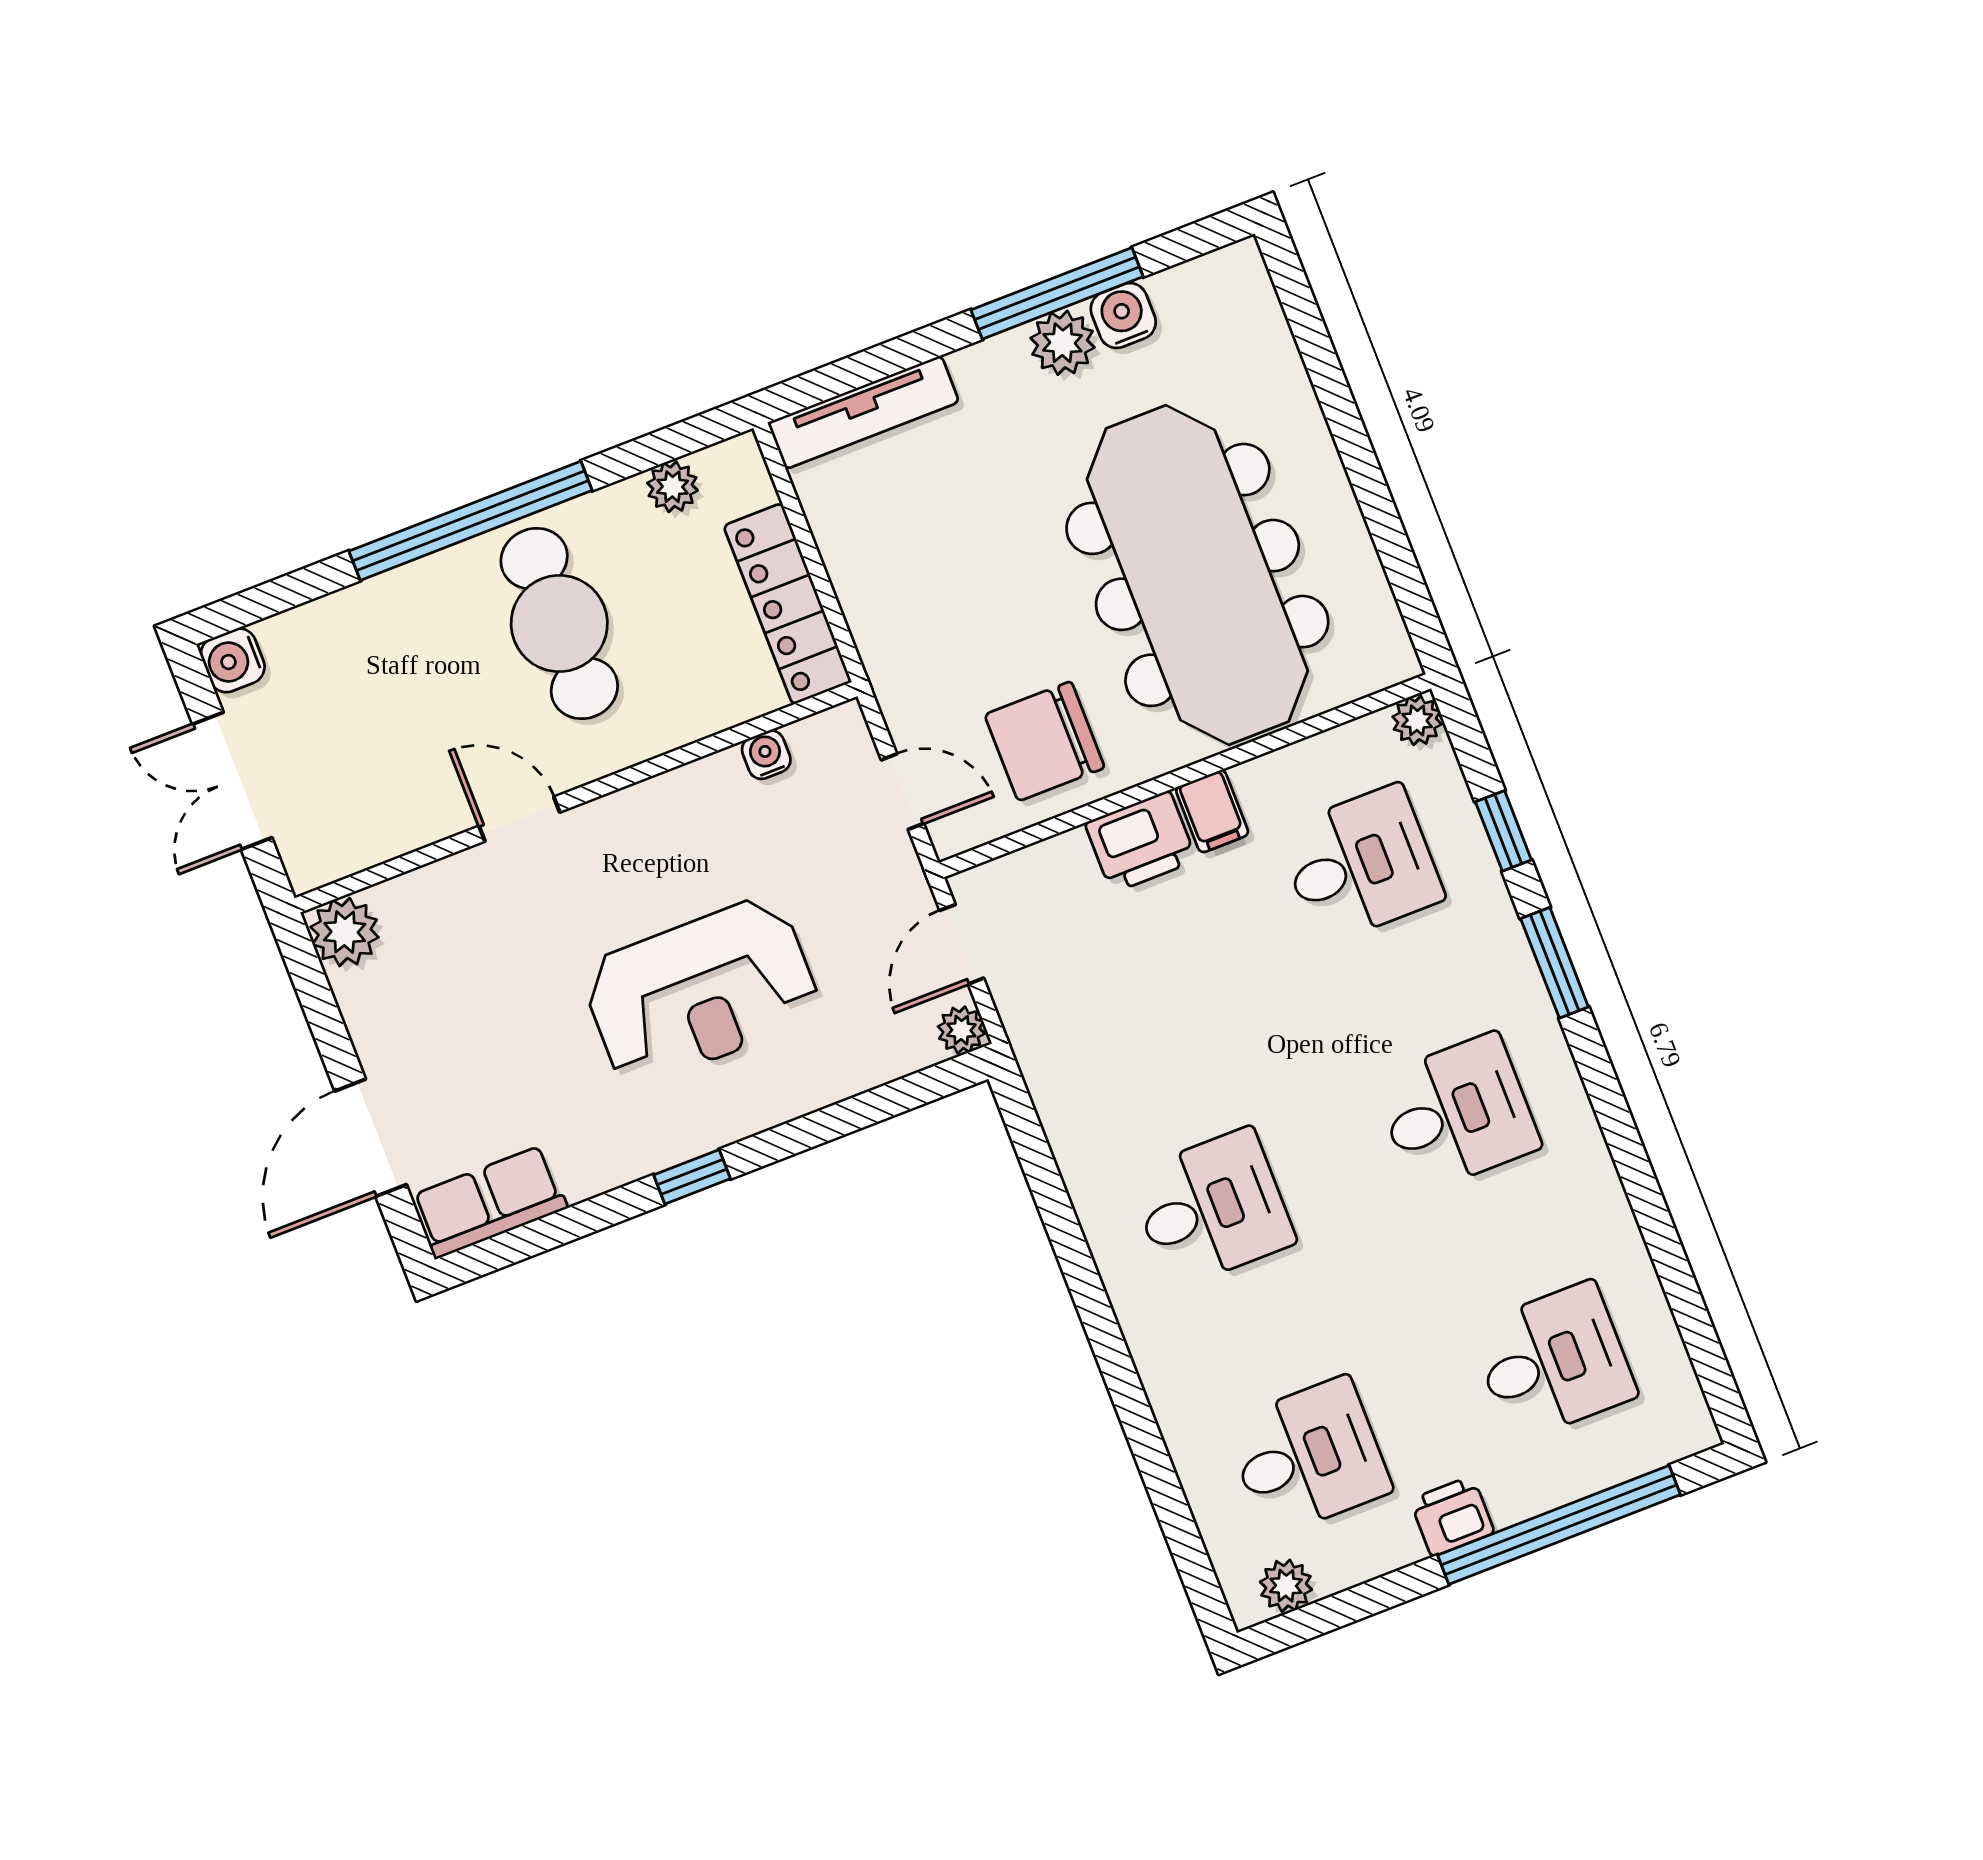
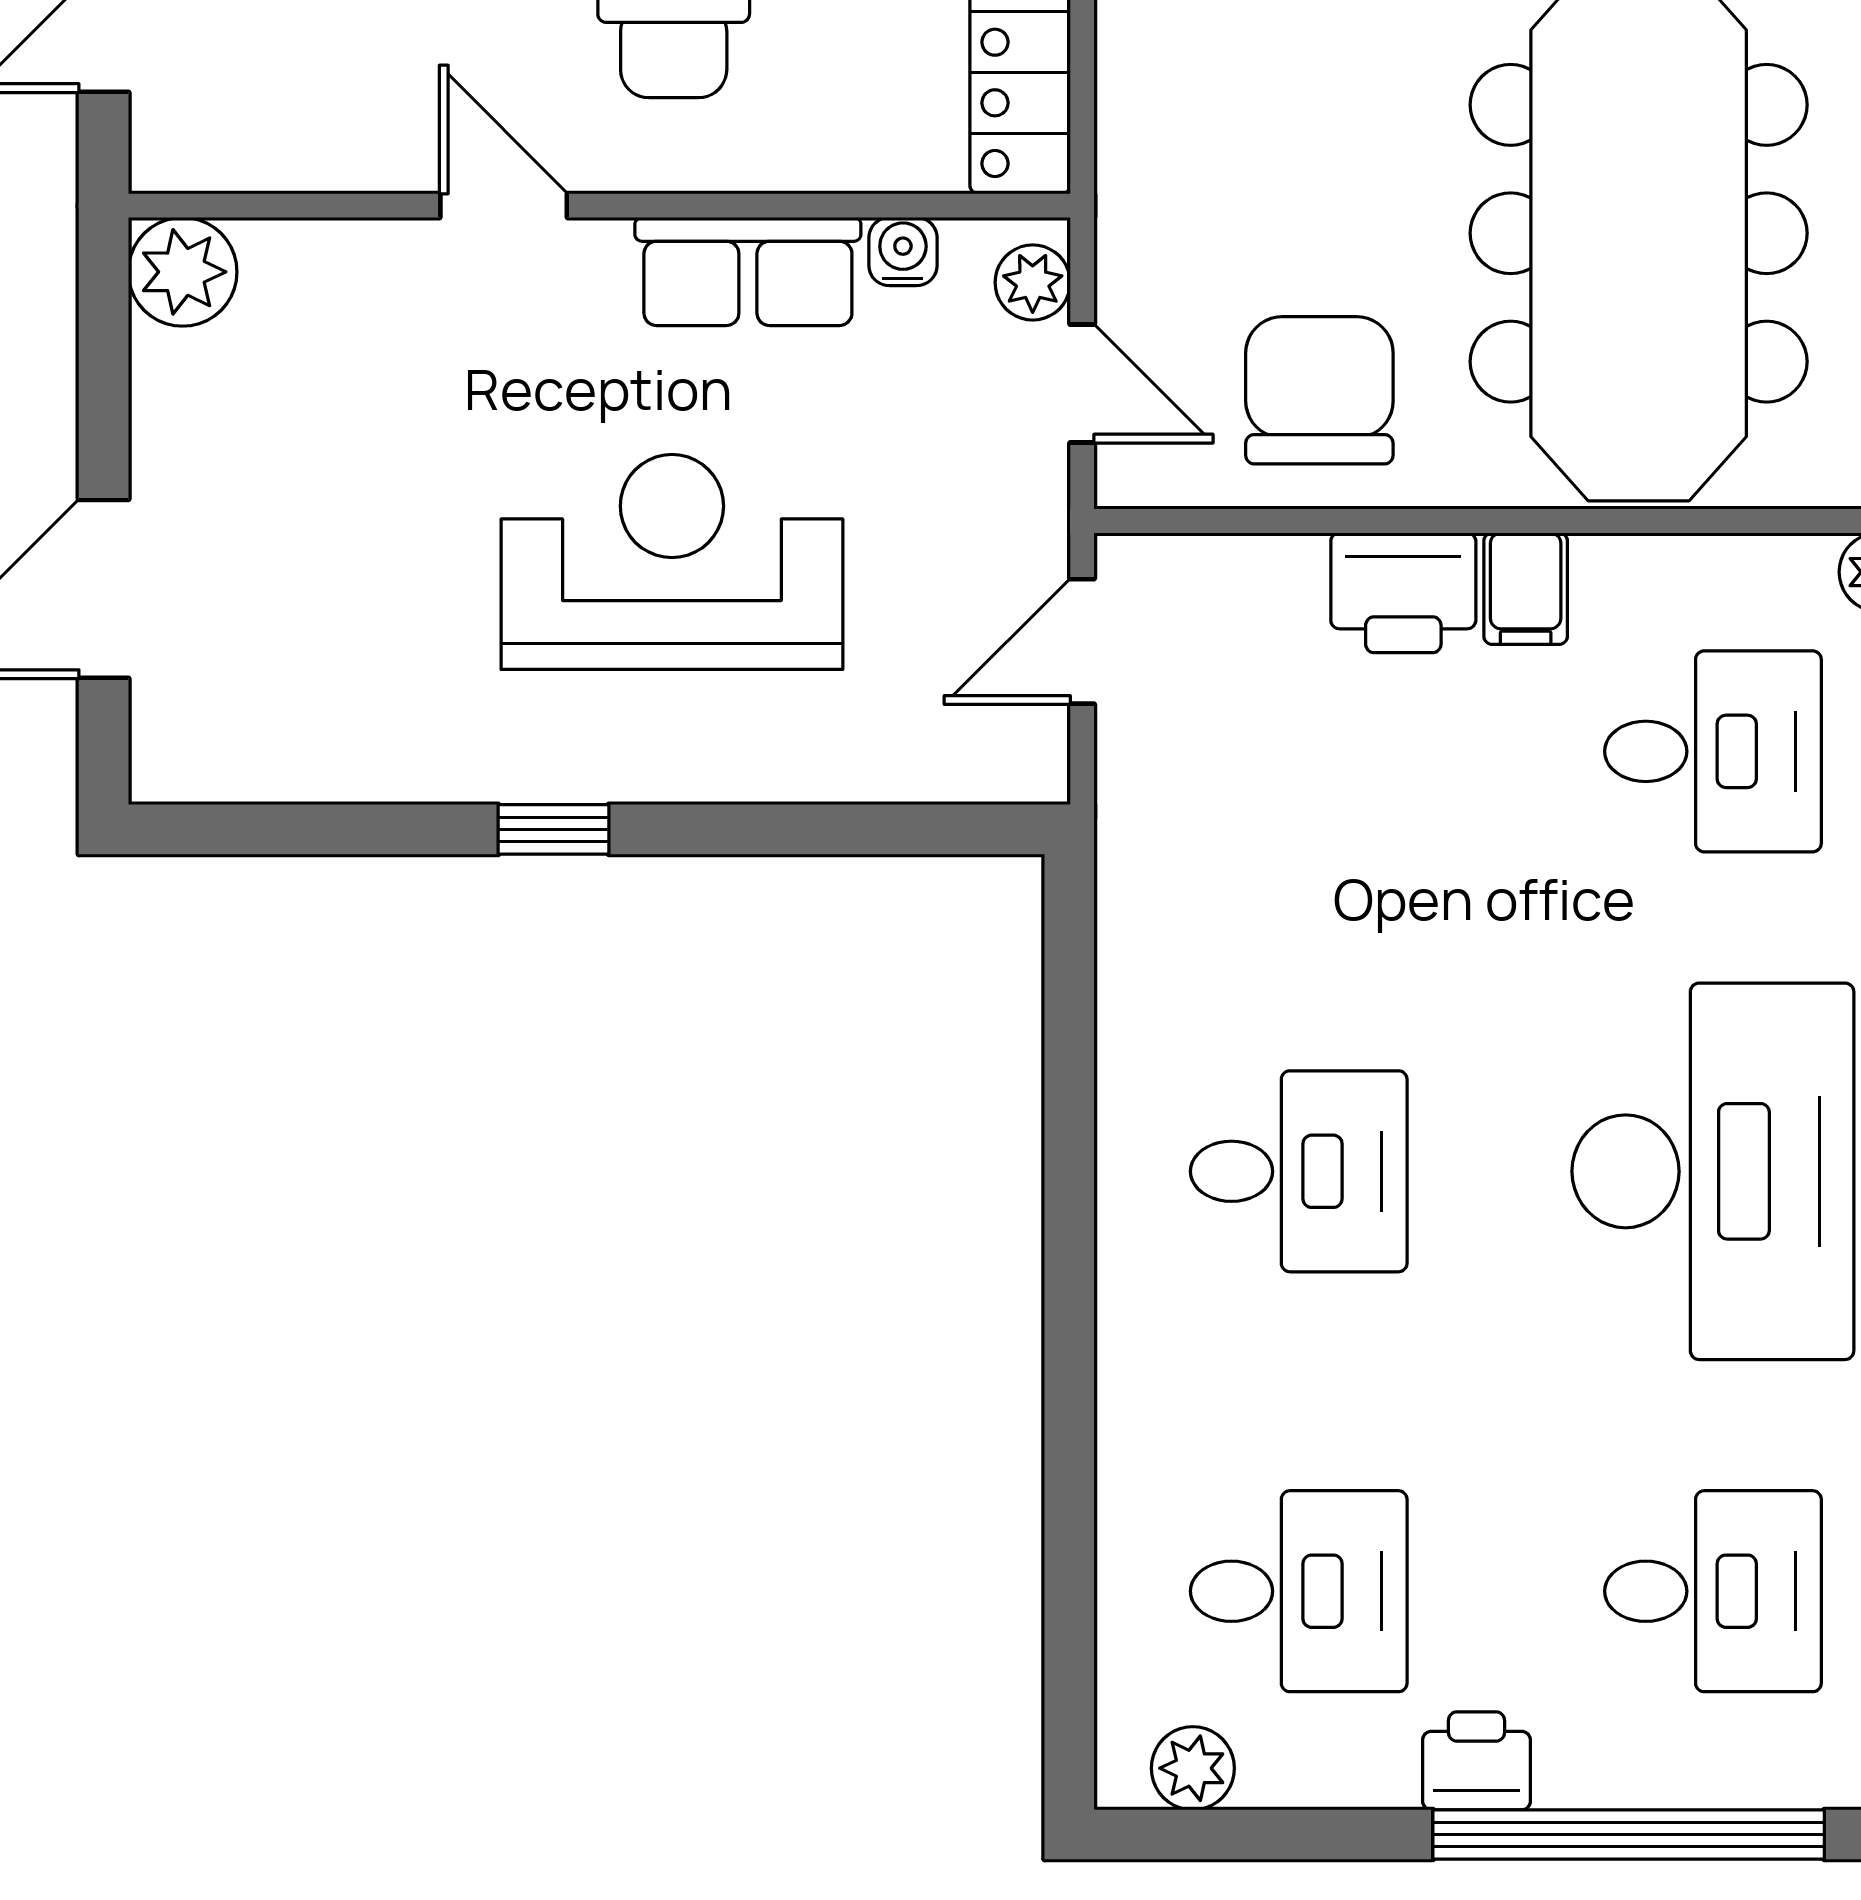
chair: (1045, 741) -> (1319, 390), turned 90
reception desk: (701, 991) -> (672, 562), turned 180
plant: (961, 1030) -> (1033, 282), moved
desk: (1457, 1113) -> (1713, 1171), width x1.87, depth x1.30
row of seats: (489, 1202) -> (748, 272), moved, turned 180

